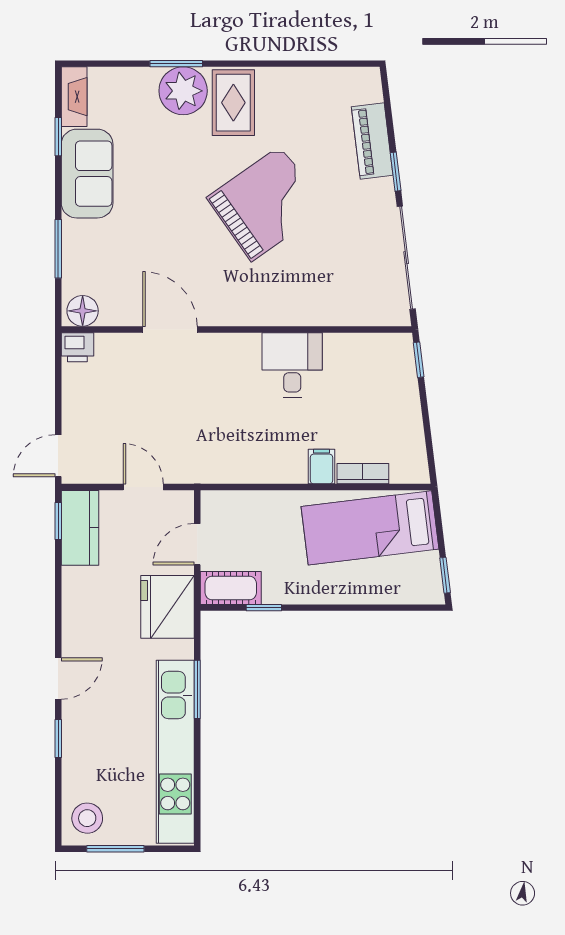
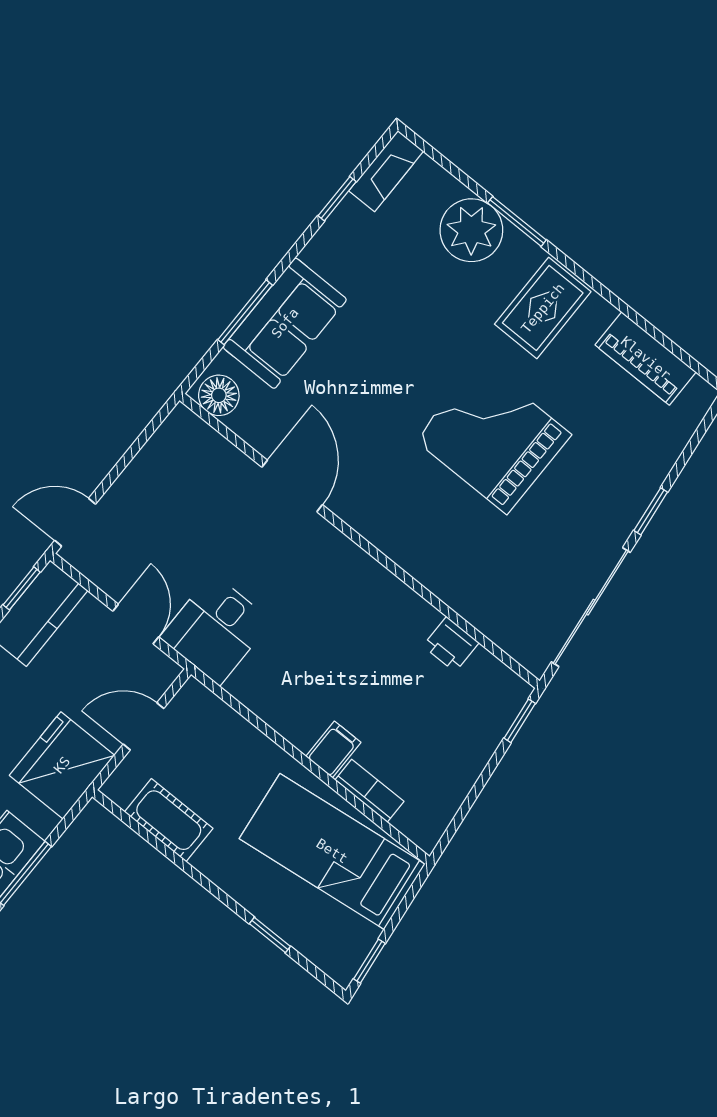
plant: (183, 91) -> (471, 230), moved
piano: (372, 141) -> (646, 358), moved, turned -83
sofa: (87, 174) -> (285, 323), moved
grand piano: (266, 204) -> (493, 437), turned -145
printer: (77, 347) -> (451, 644), moved
desk: (292, 365) -> (216, 629), moved, turned 180
cot: (231, 588) -> (169, 820), moved
window: (264, 608) -> (270, 935), moved

